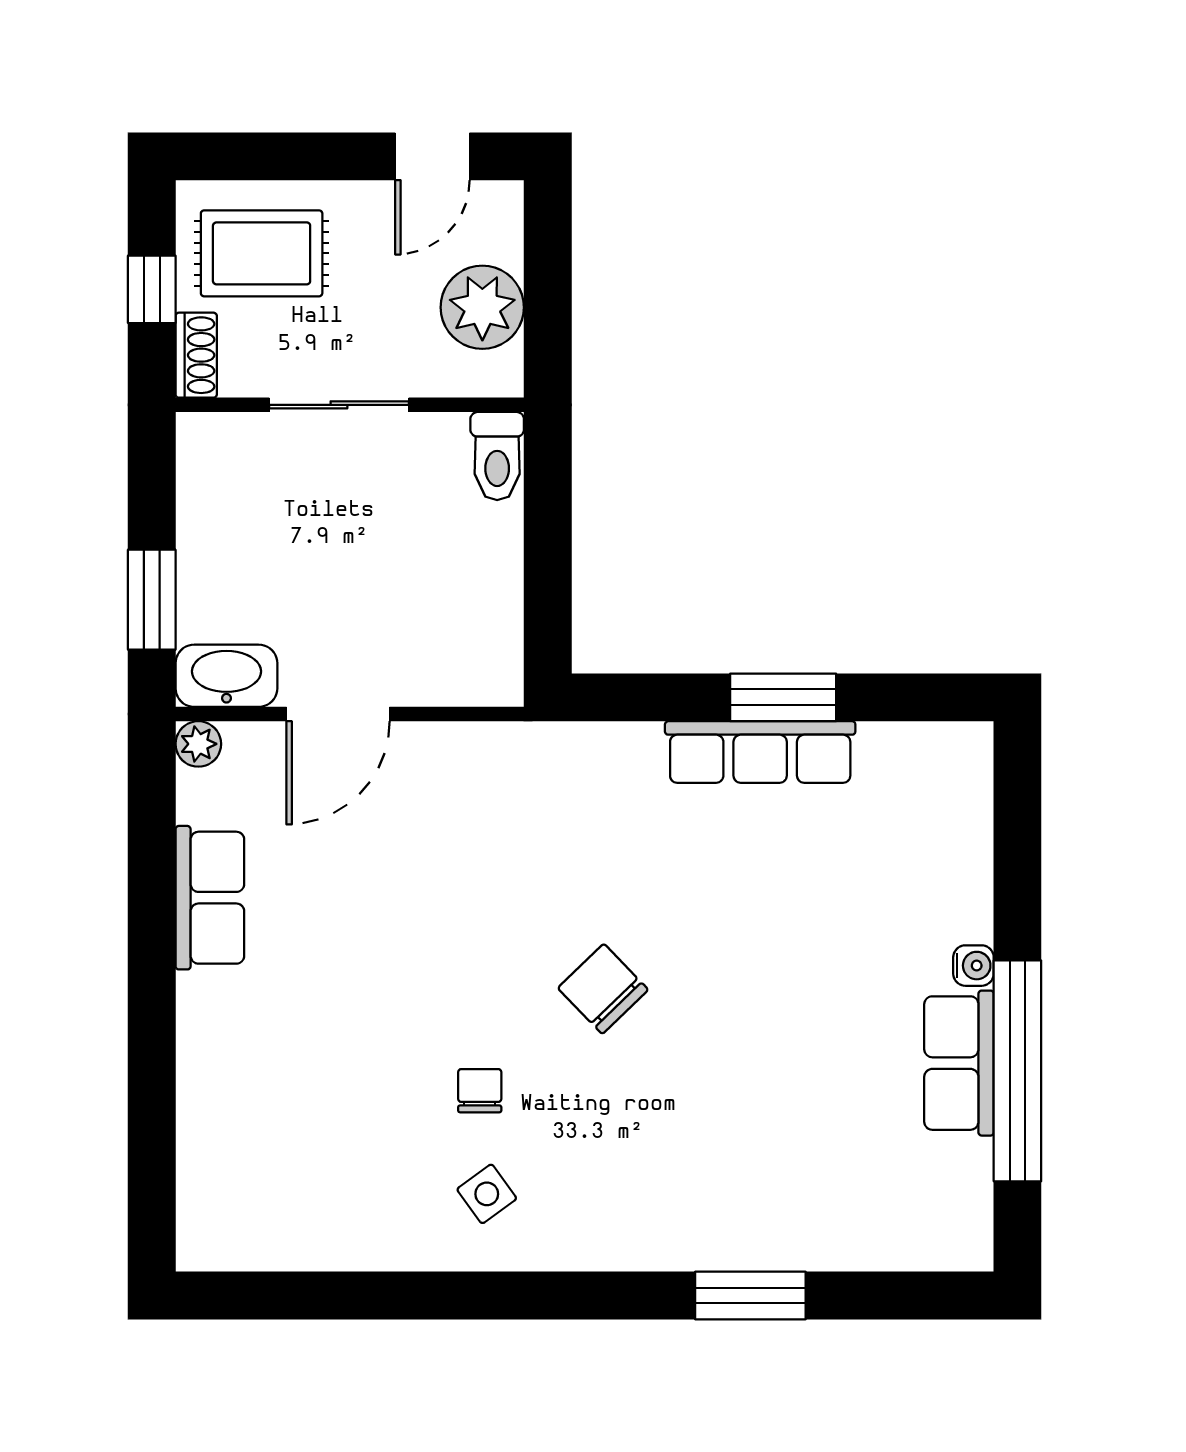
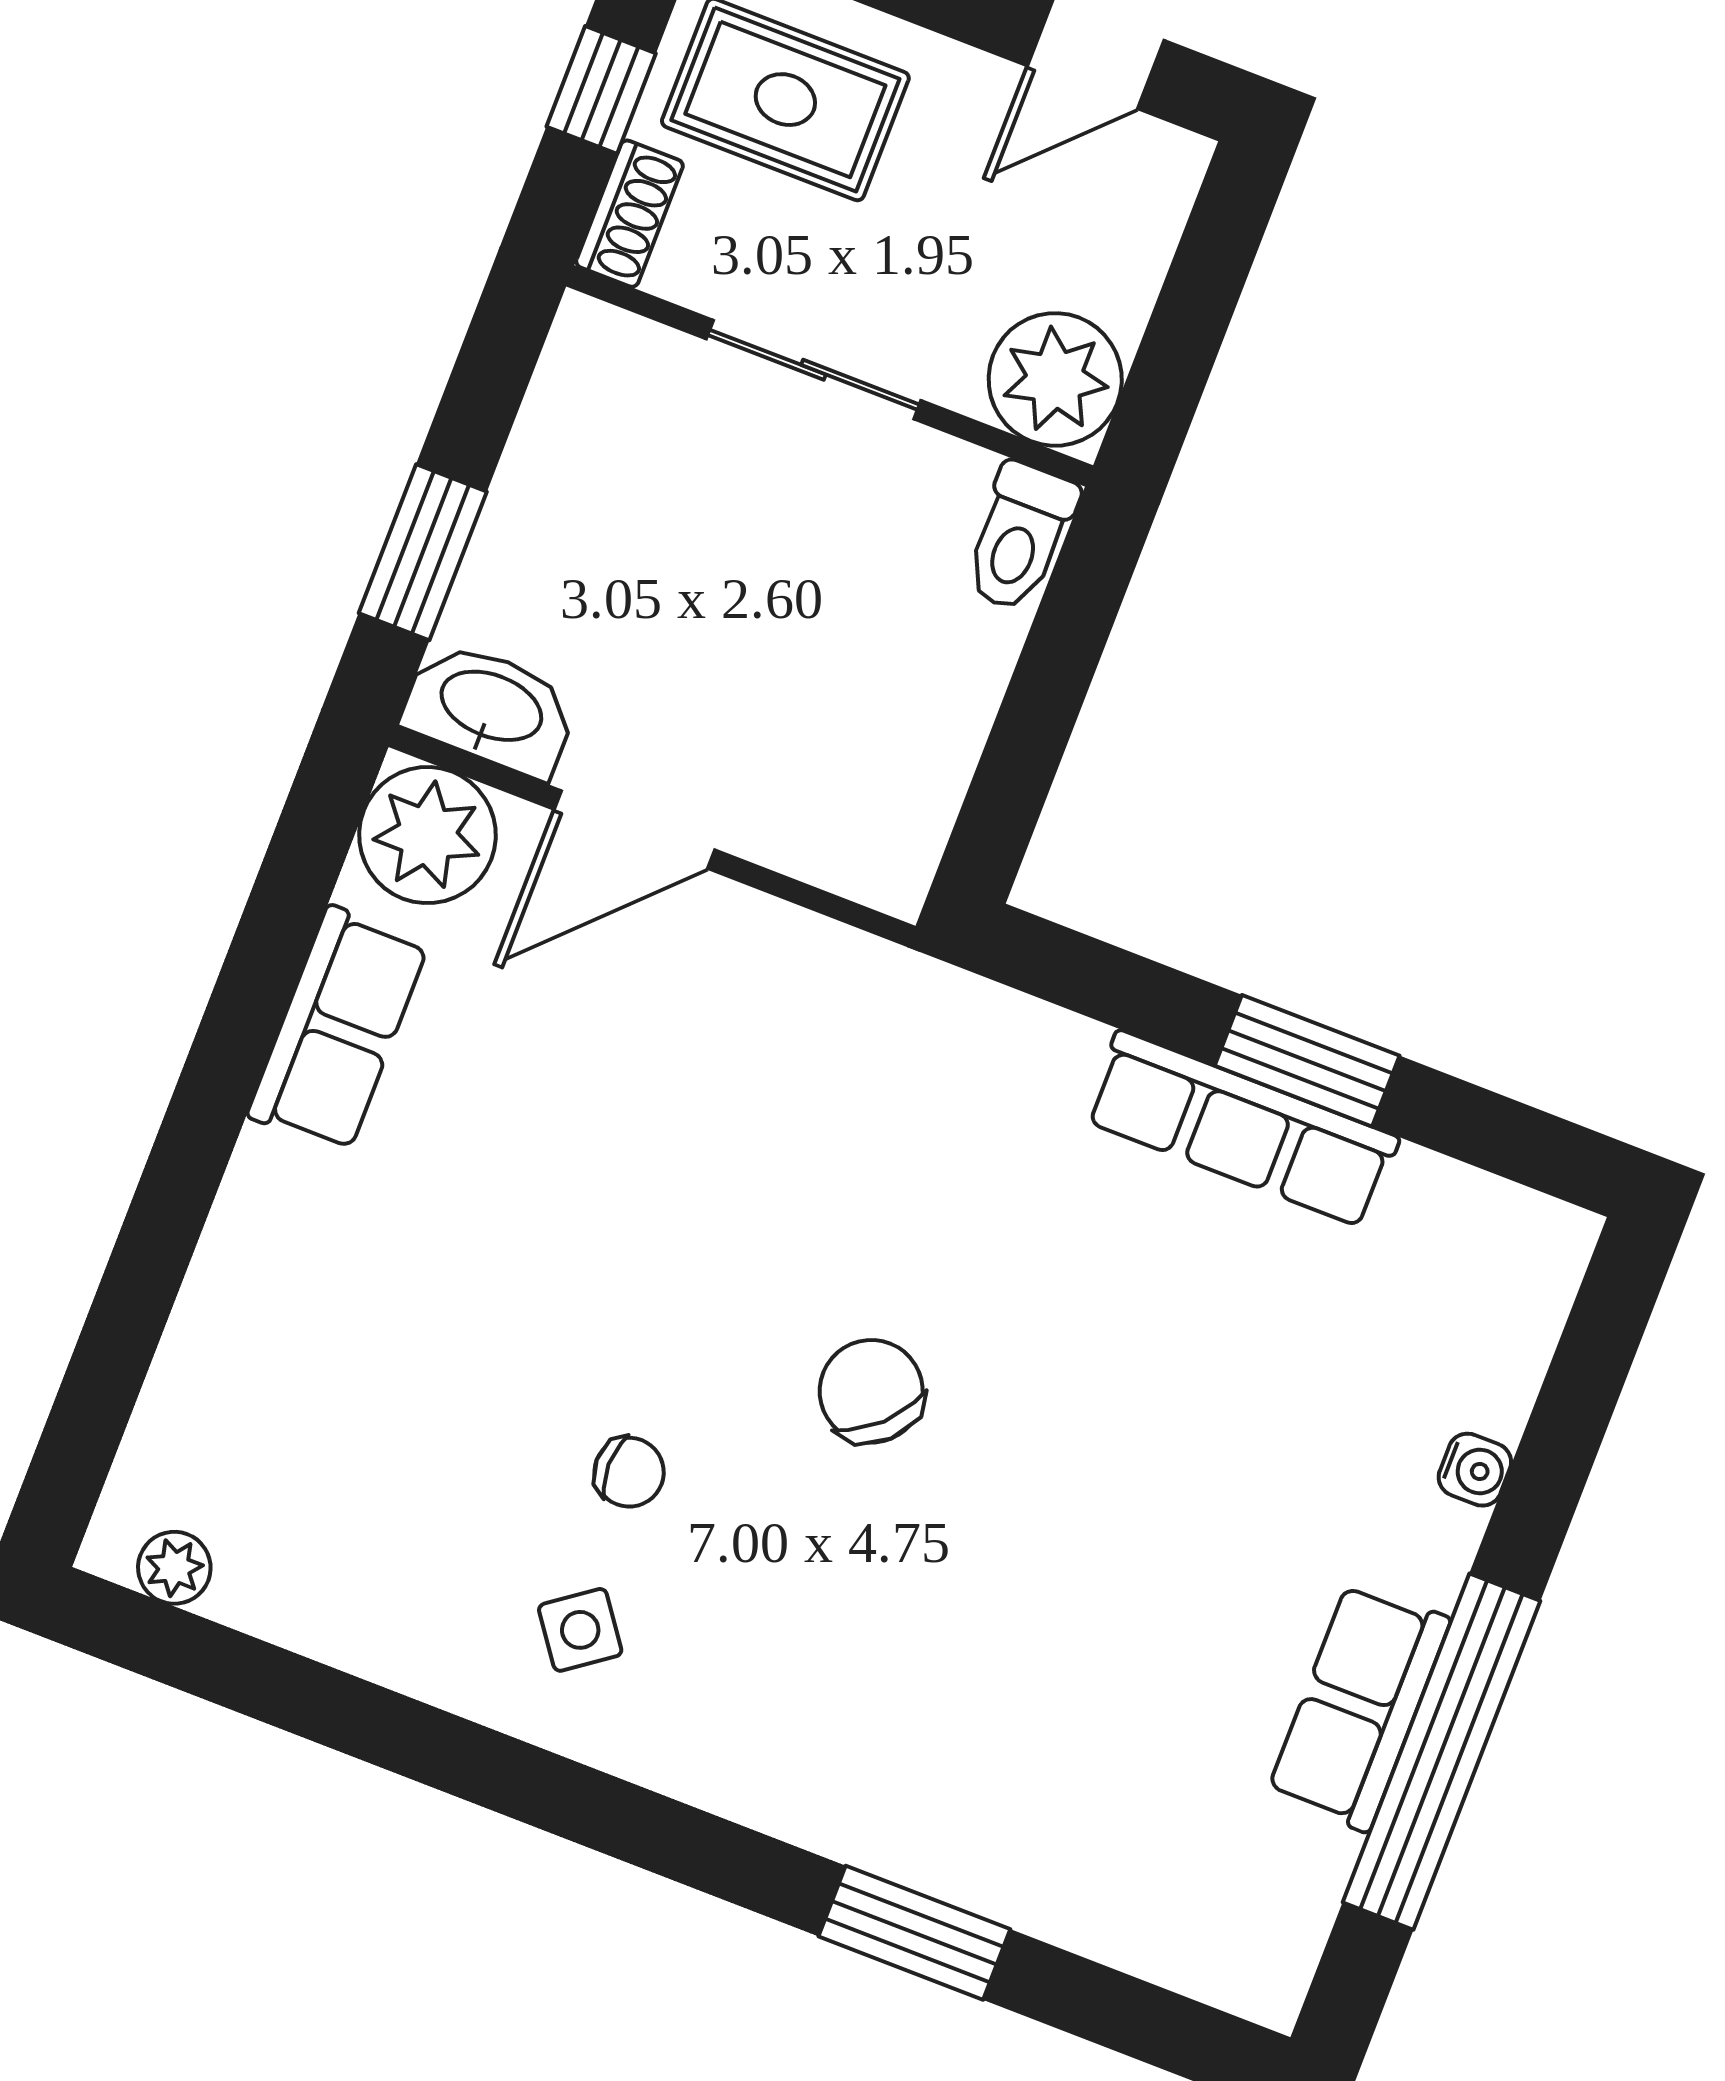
plant: (482, 307) -> (1055, 379), moved
plant: (198, 744) -> (427, 835), width x1.87, depth x1.87
water cooler: (973, 966) -> (1475, 1470), moved
chair: (480, 1091) -> (629, 1472), turned 90
plant: (236, 1249) -> (174, 1568), added

